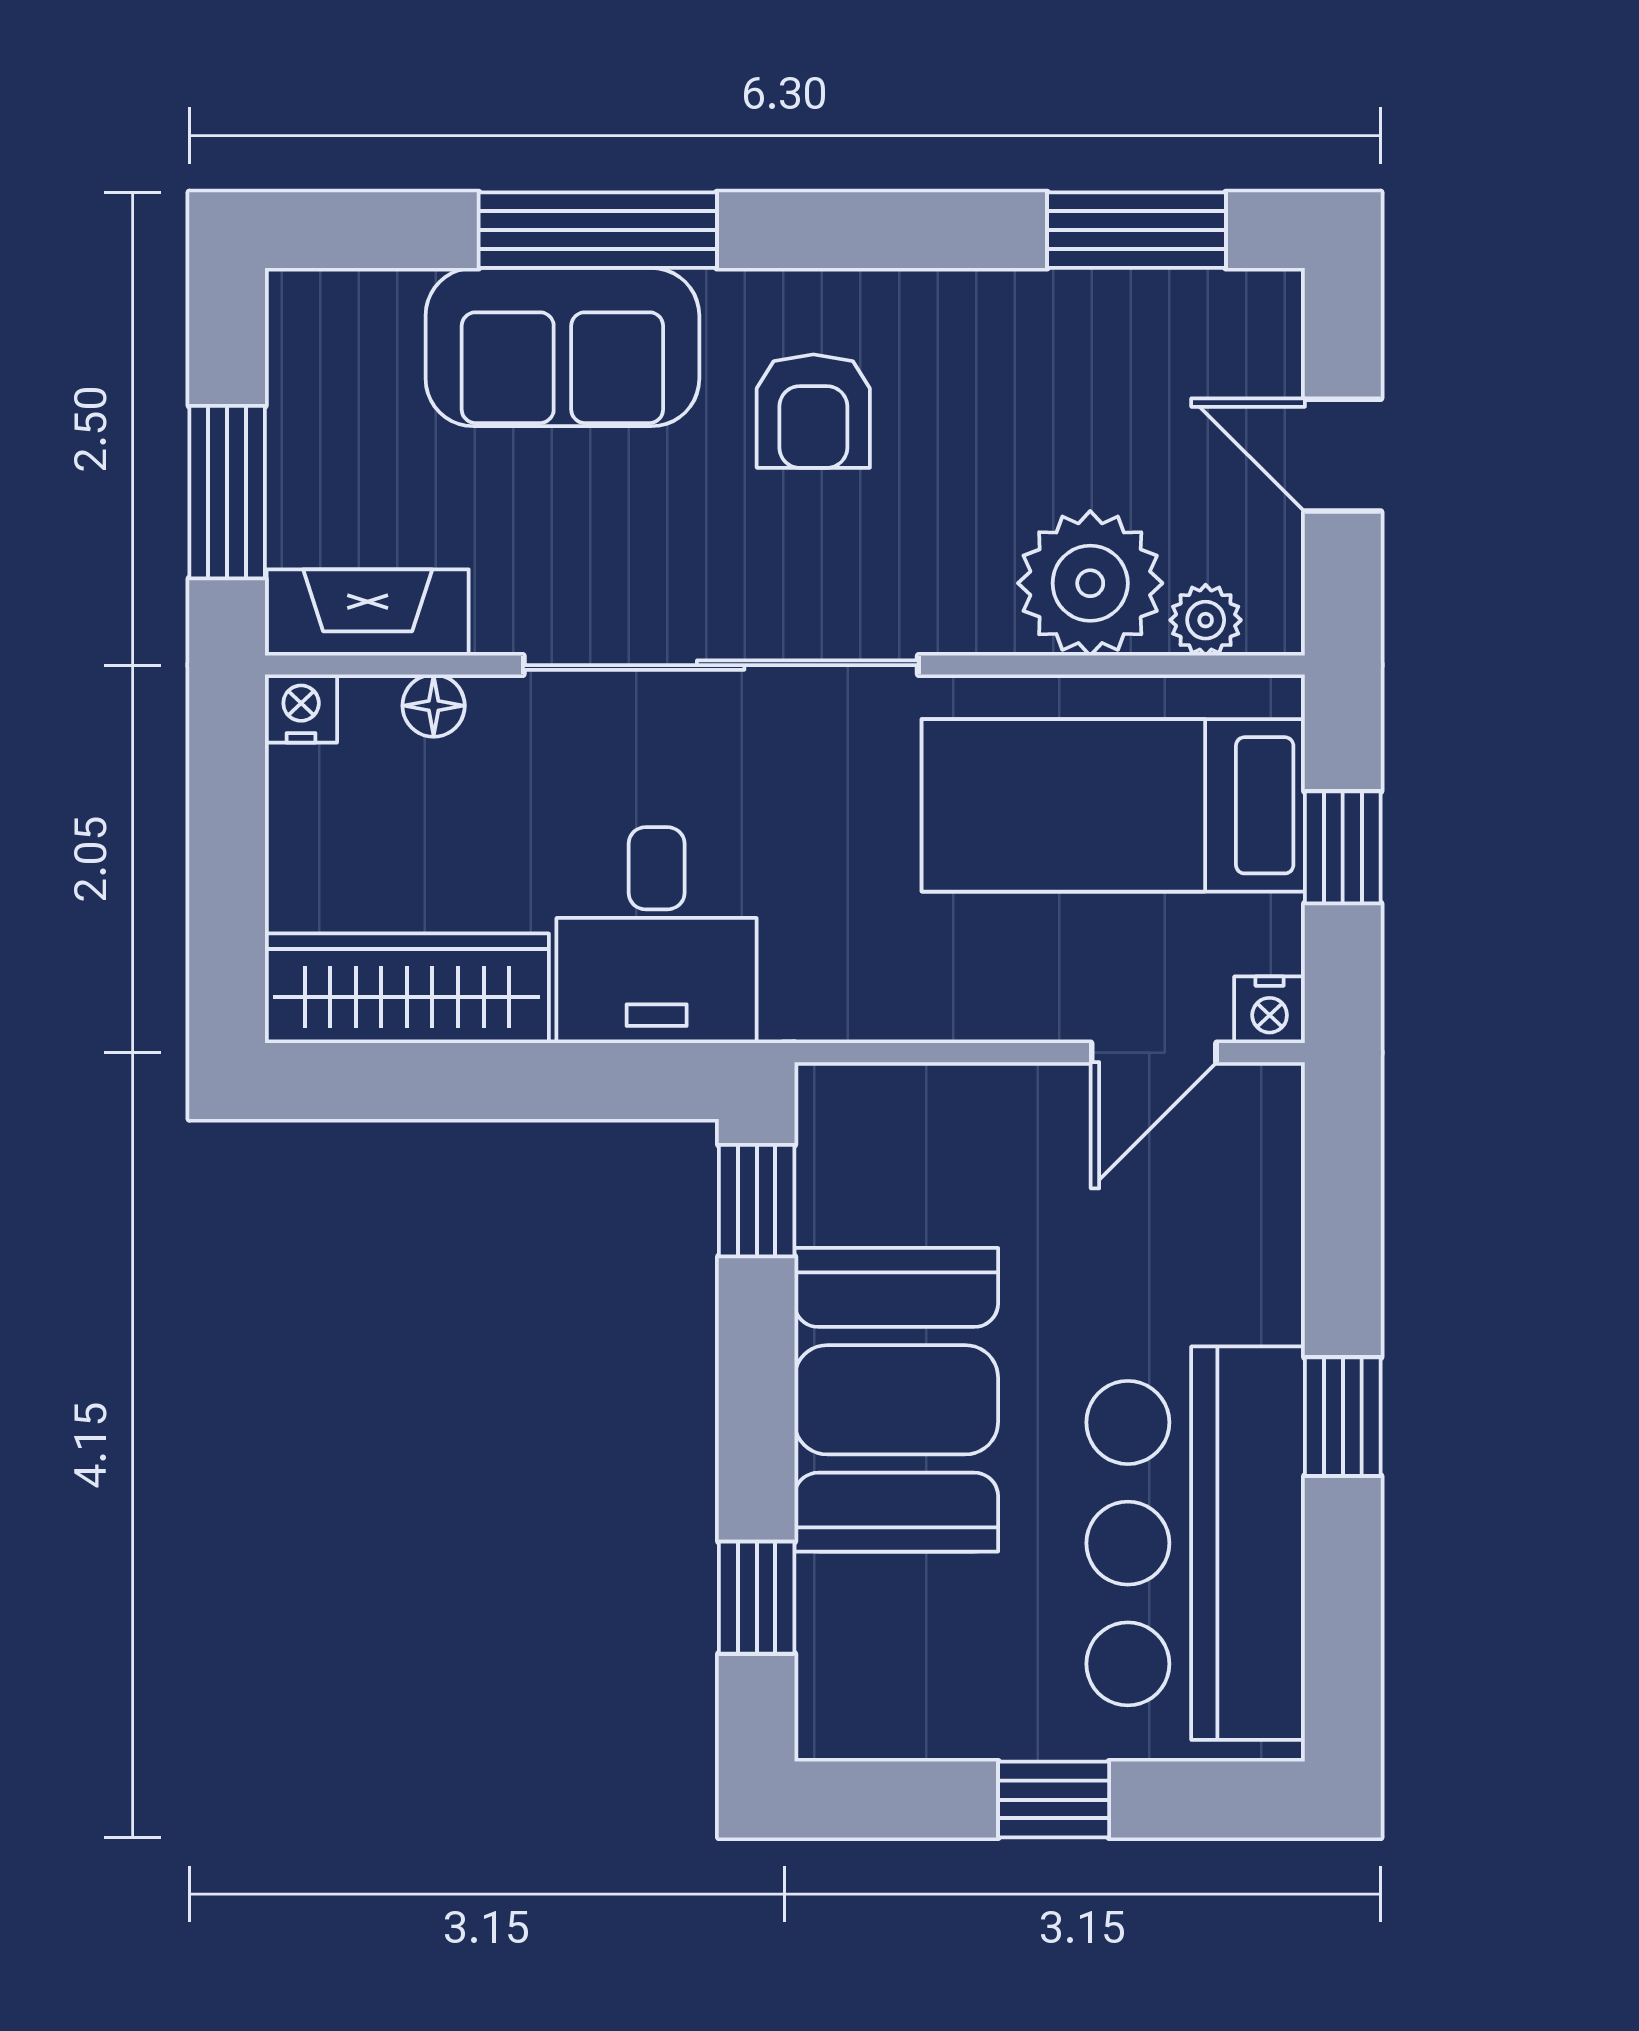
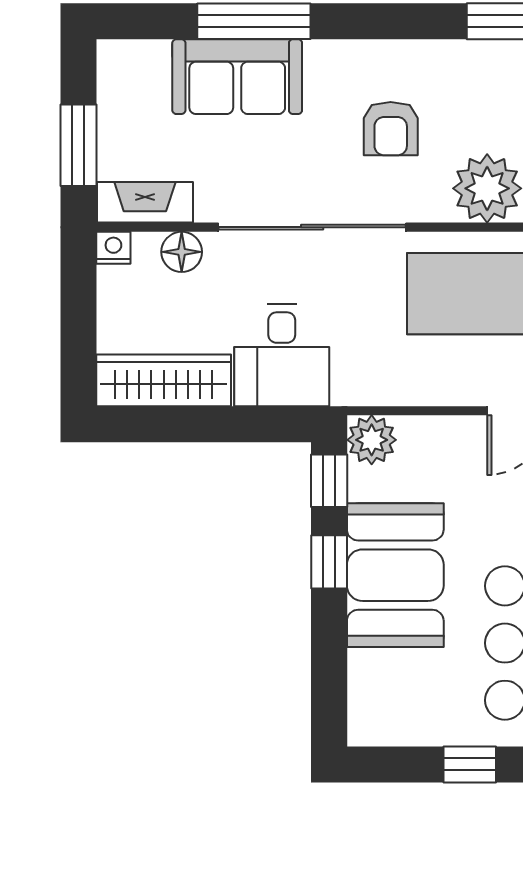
armchair: (813, 411) -> (391, 129), moved
floor lamp: (434, 706) -> (182, 252), width x1.37, depth x1.37
plant: (846, 1114) -> (372, 440), added
window: (757, 1598) -> (329, 562), moved

